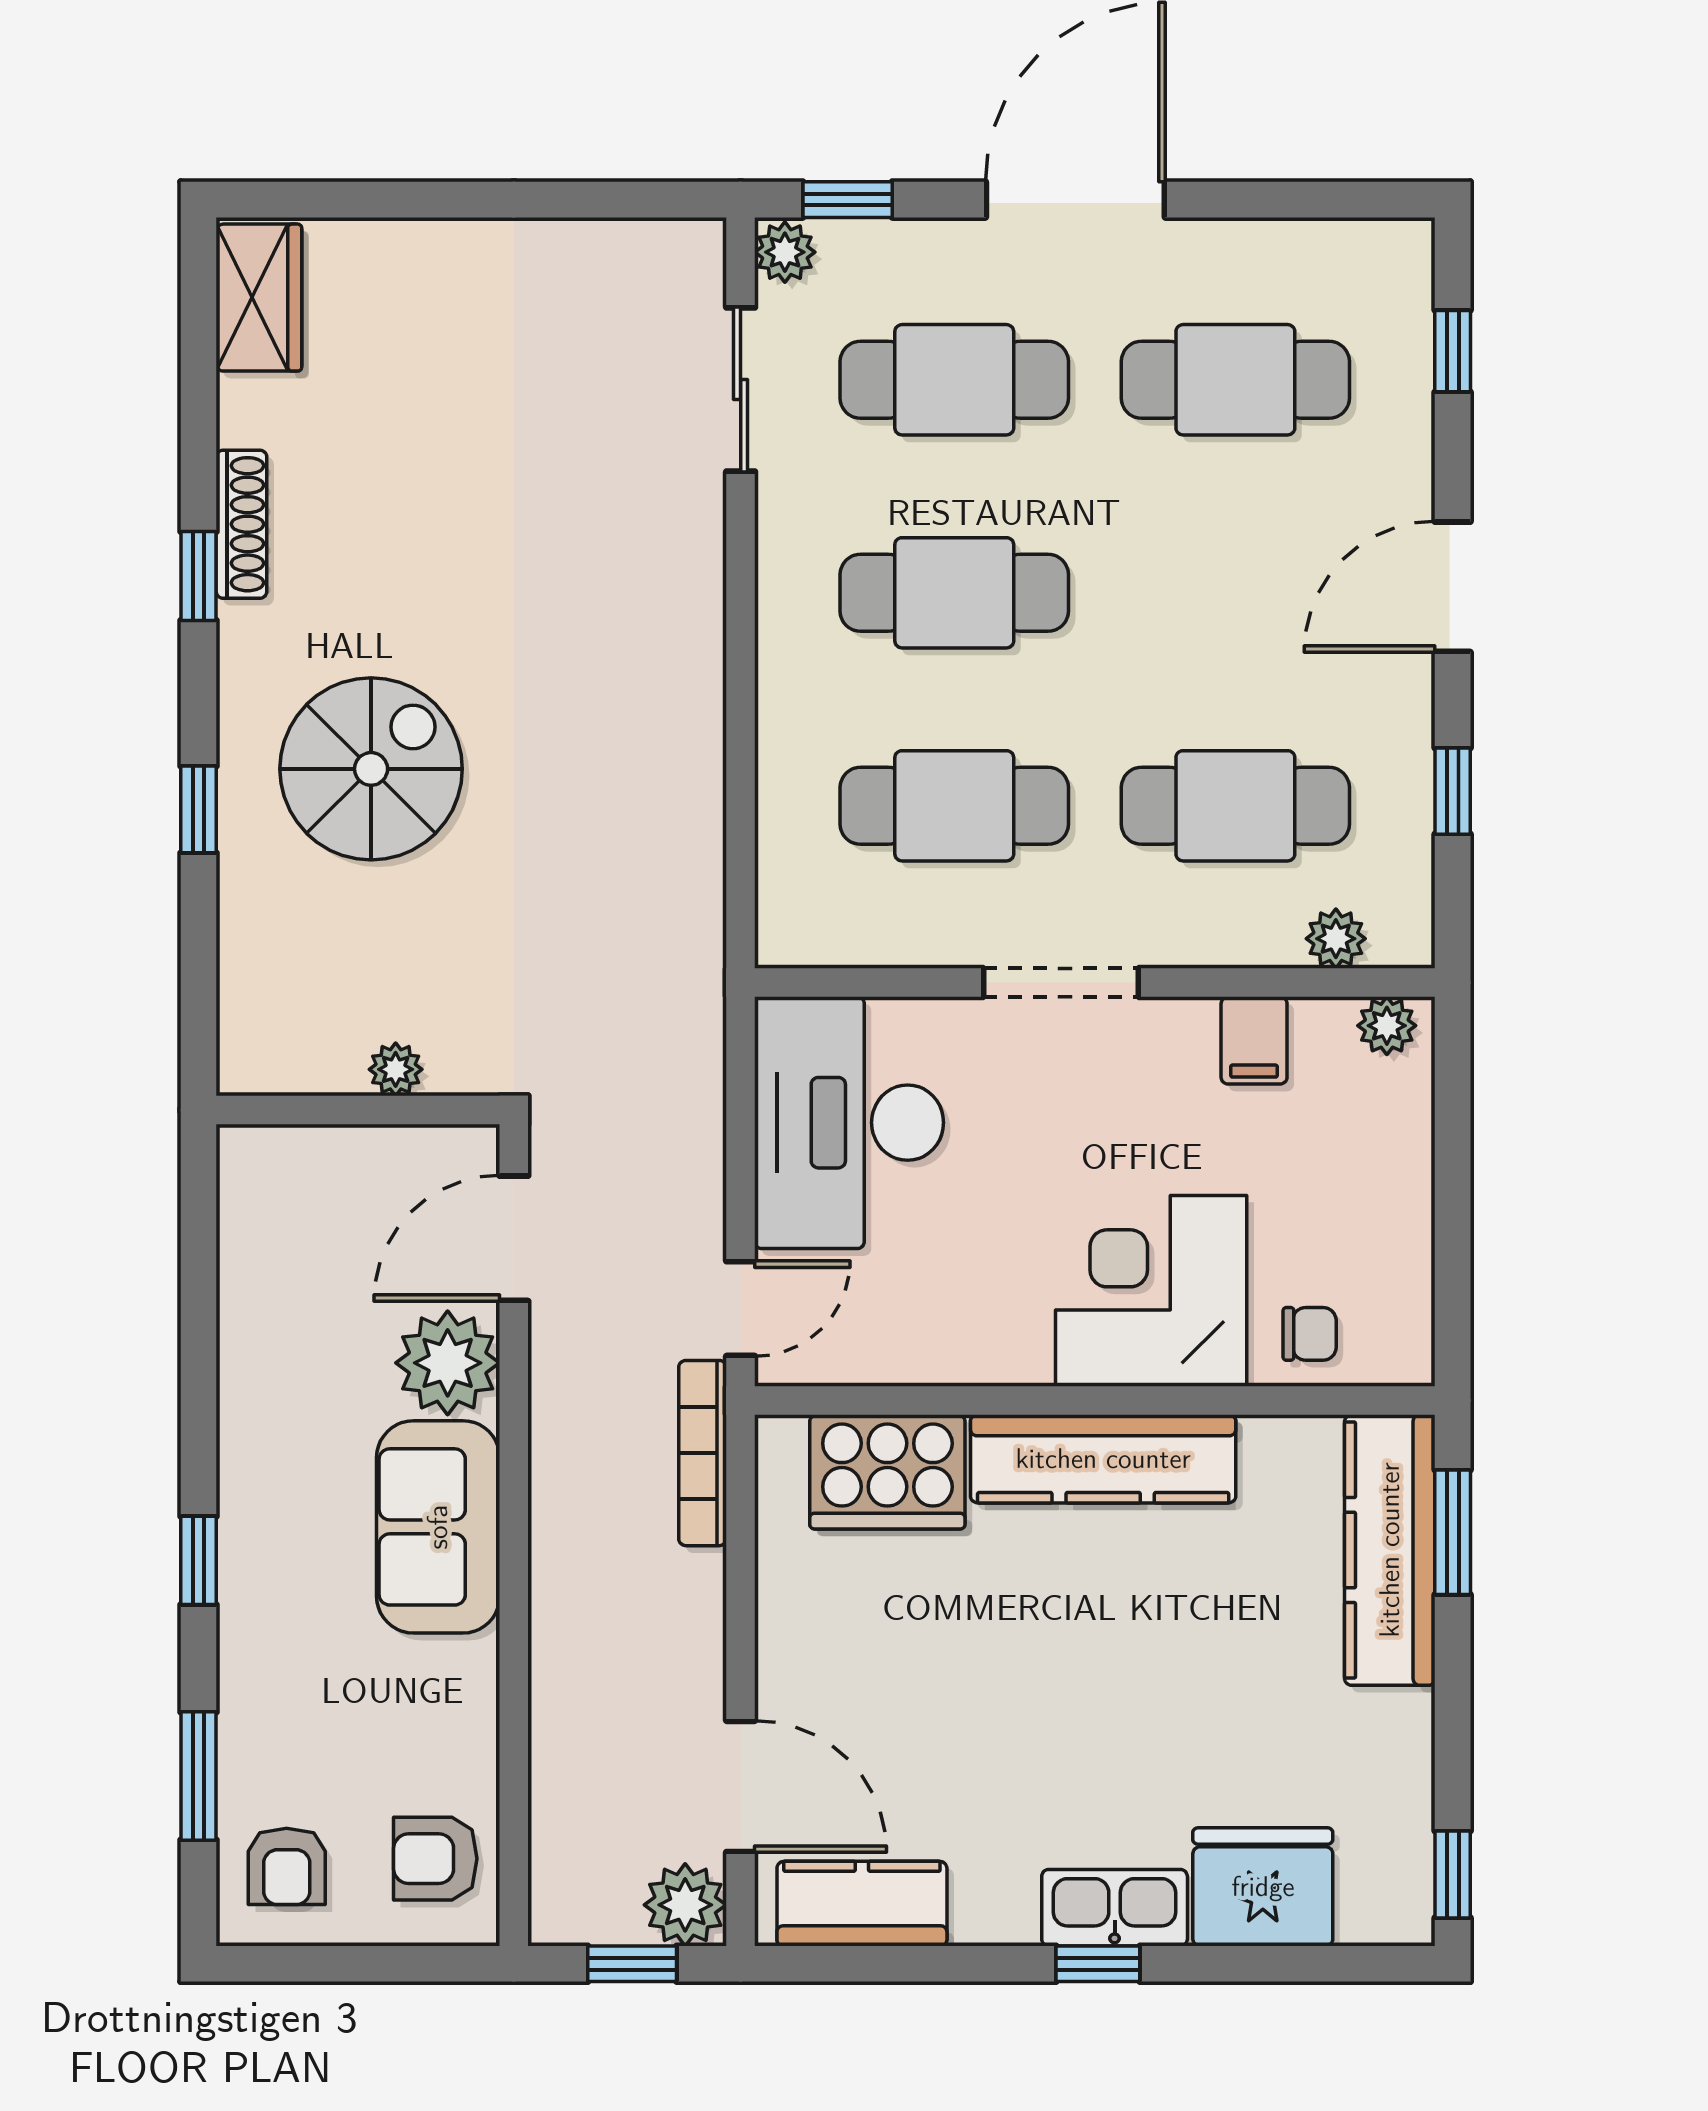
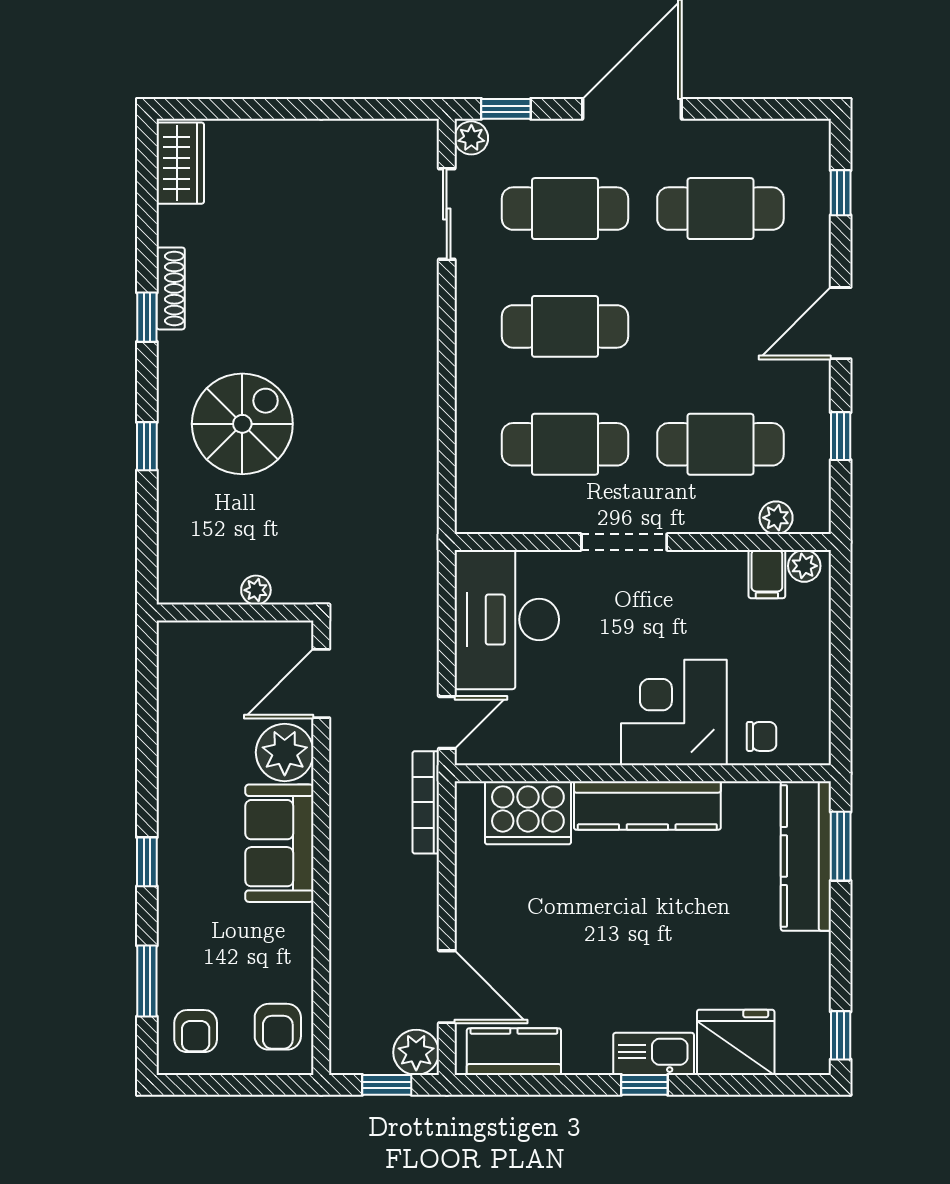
filing cabinet: (1254, 1040) -> (767, 574), moved
armchair: (435, 1859) -> (278, 1027), turned -90

